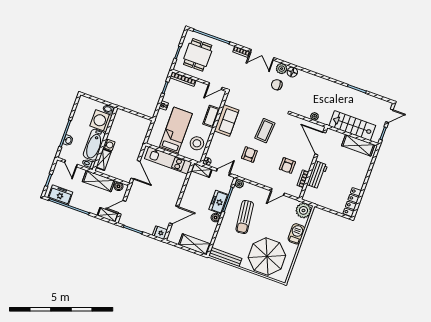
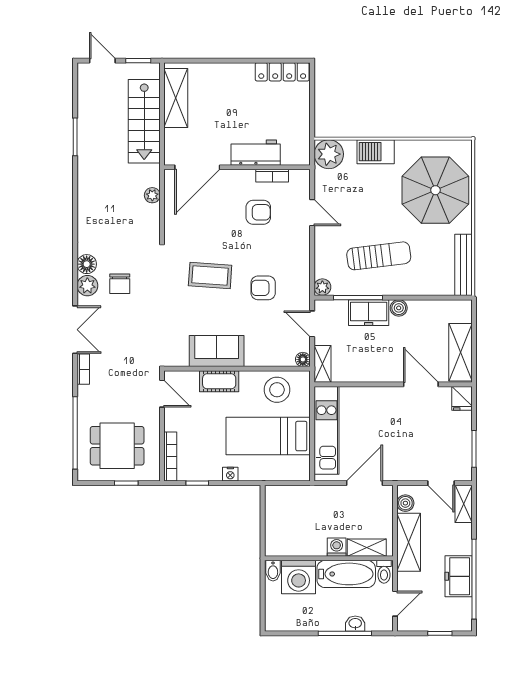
freezer: (60, 195) -> (459, 576), moved
shelving: (195, 244) -> (461, 352), moved

